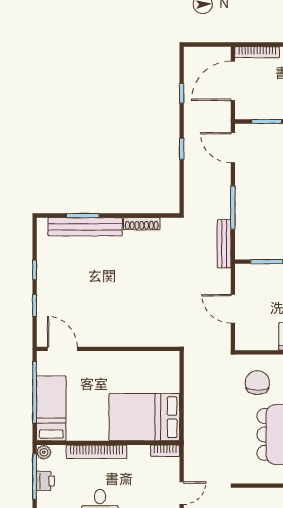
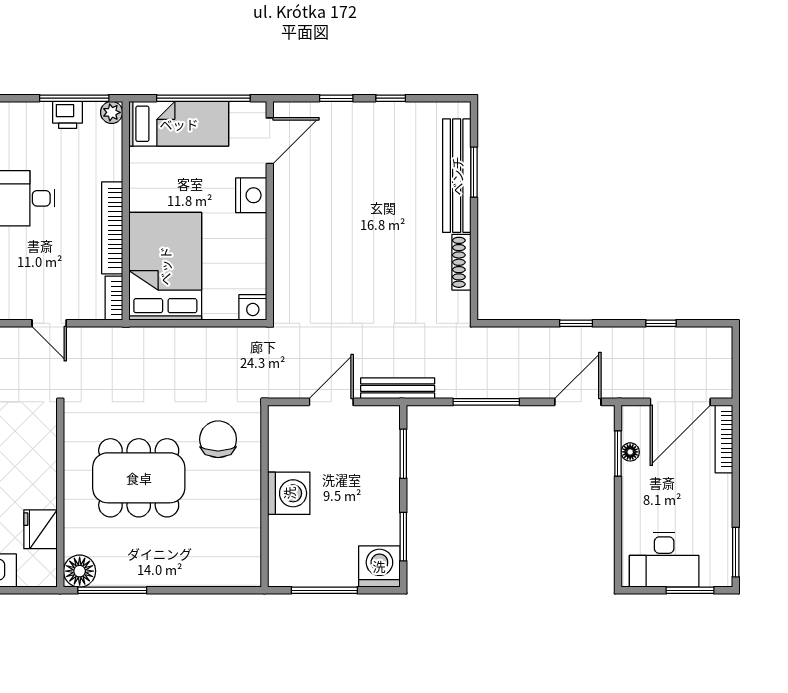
door: (233, 81) -> (680, 402), swing flipped
floor lamp: (266, 113) -> (630, 452), added
bench: (224, 244) -> (398, 388), moved
nightstand: (171, 360) -> (253, 307), added
nightstand: (98, 361) -> (251, 195), added
chair: (257, 383) -> (218, 439), turned -90
bookcase: (96, 452) -> (112, 228), moved

